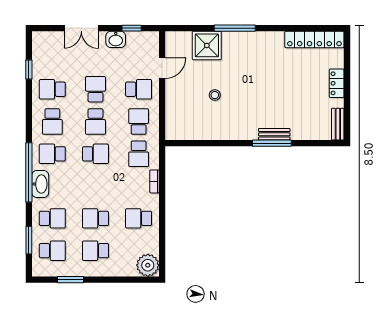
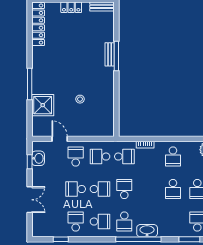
washbasin: (116, 39) -> (38, 158), moved
school desk: (52, 89) -> (76, 222), turned 180
school desk: (52, 218) -> (173, 222), removed

